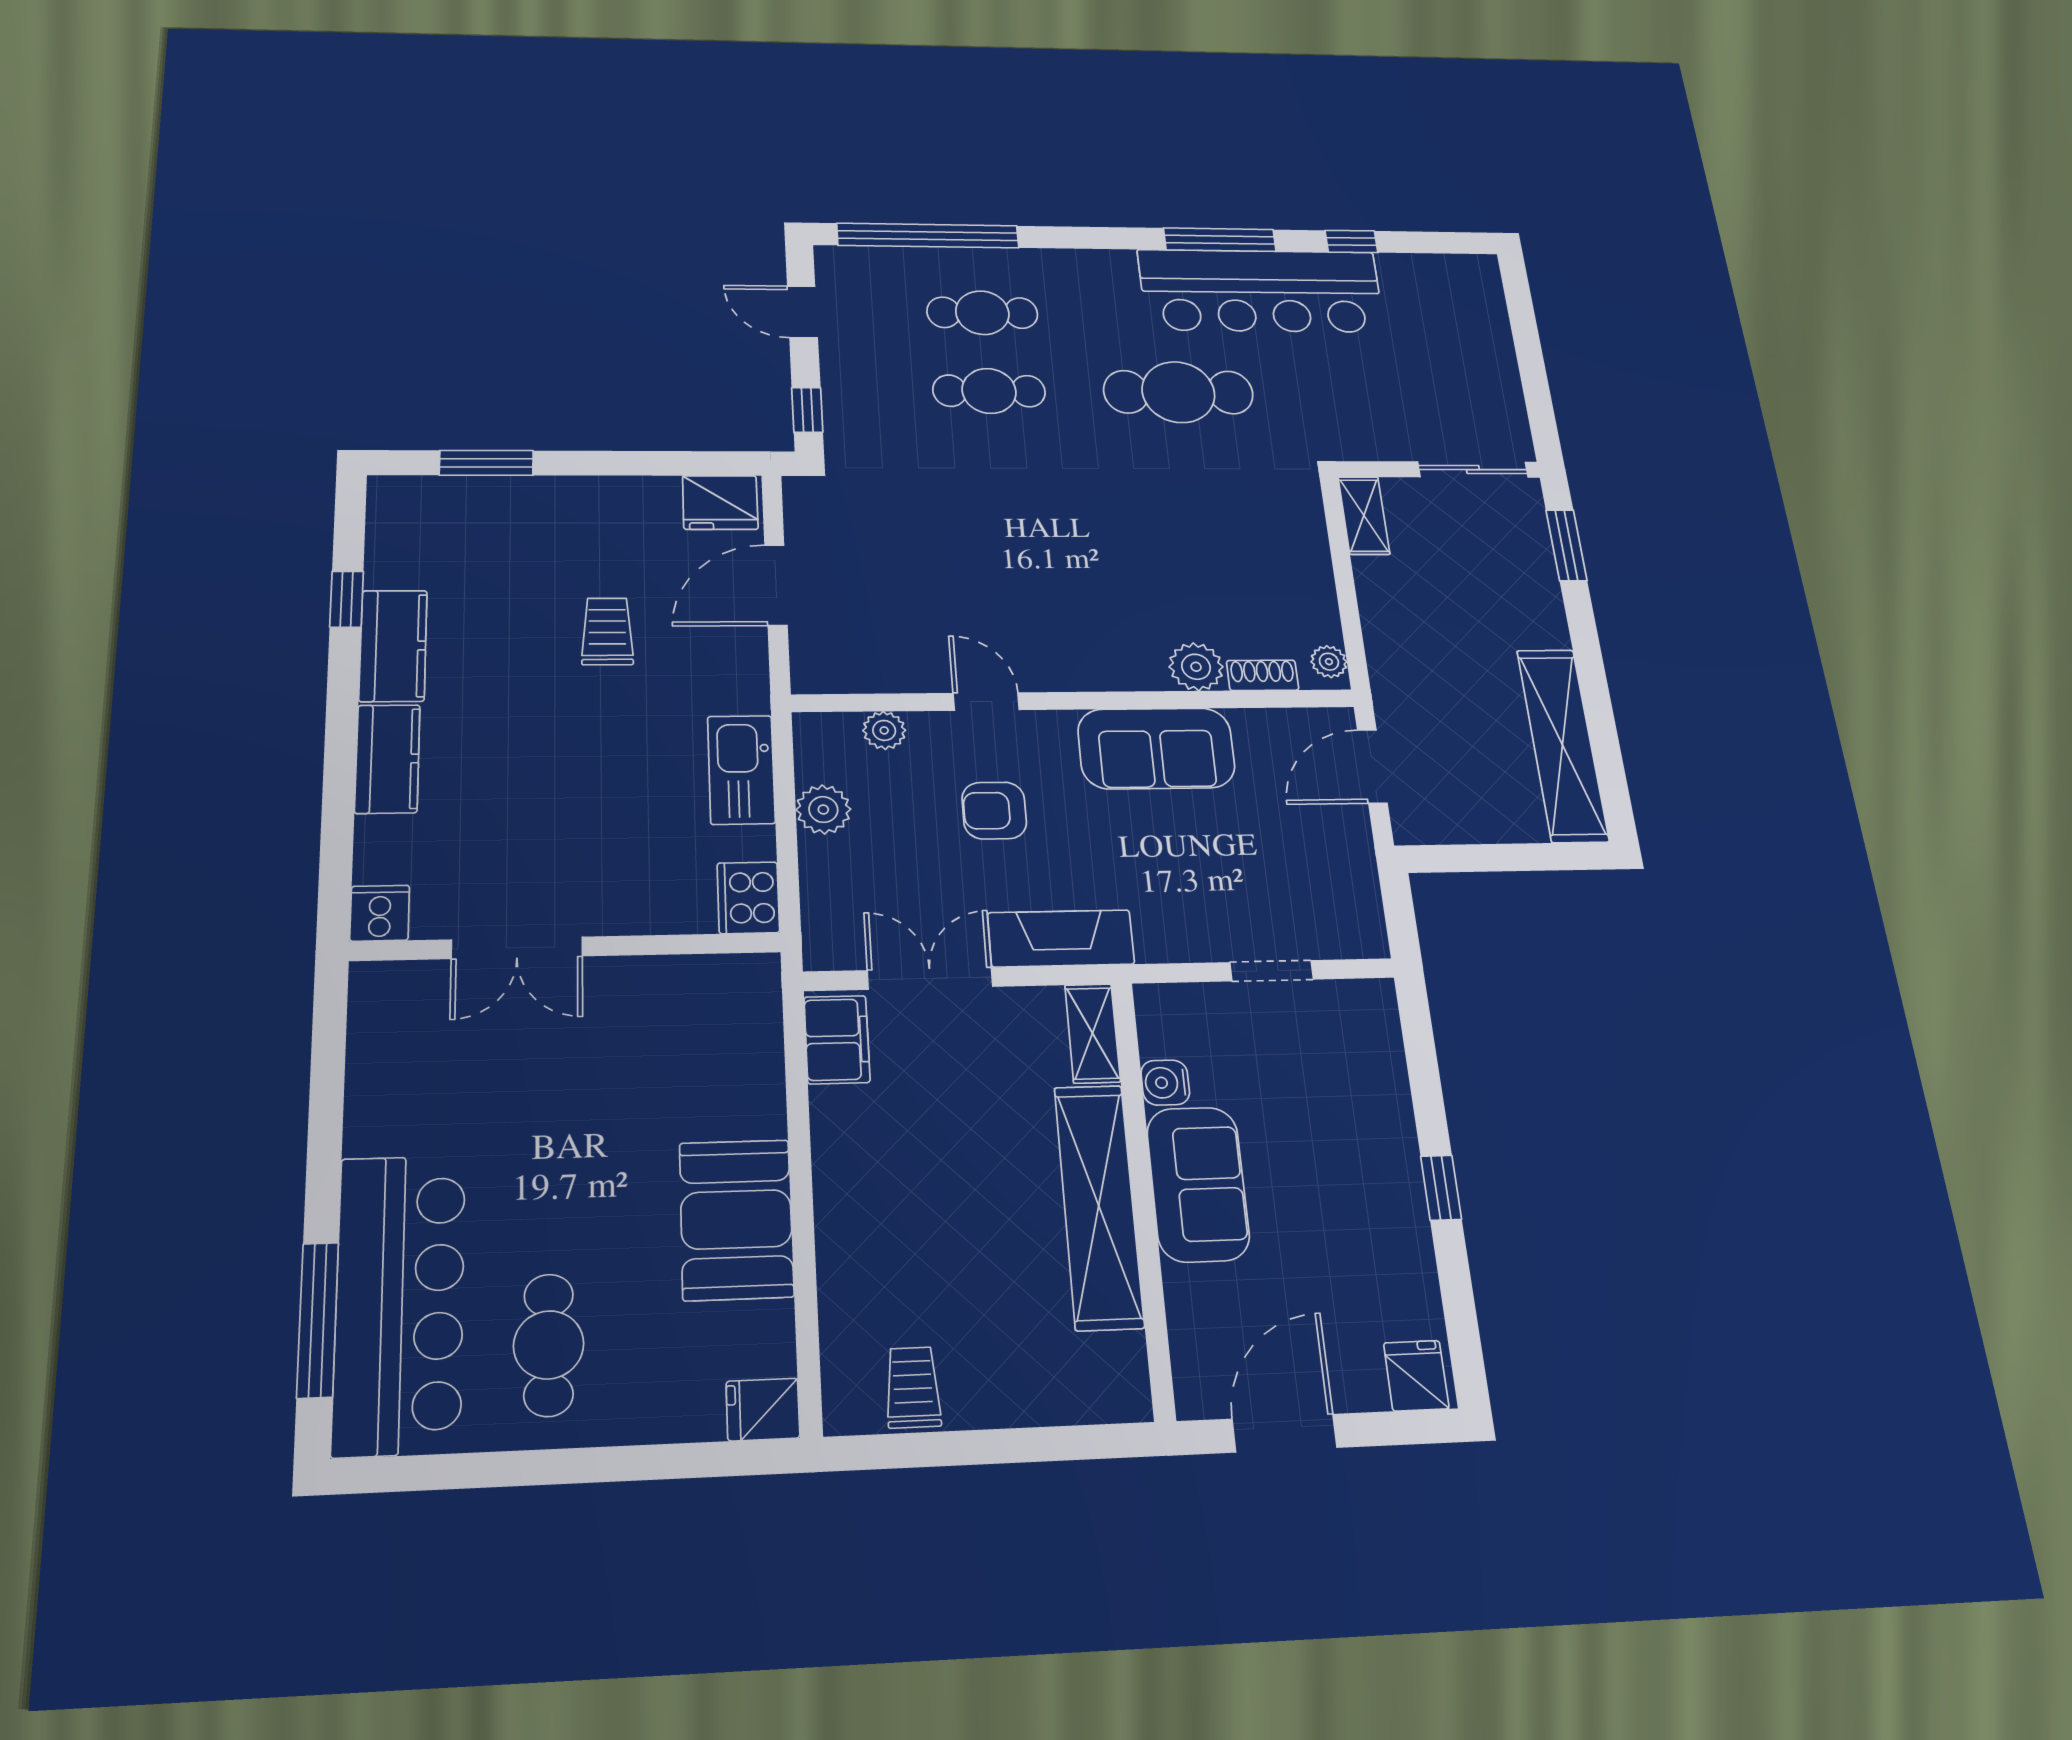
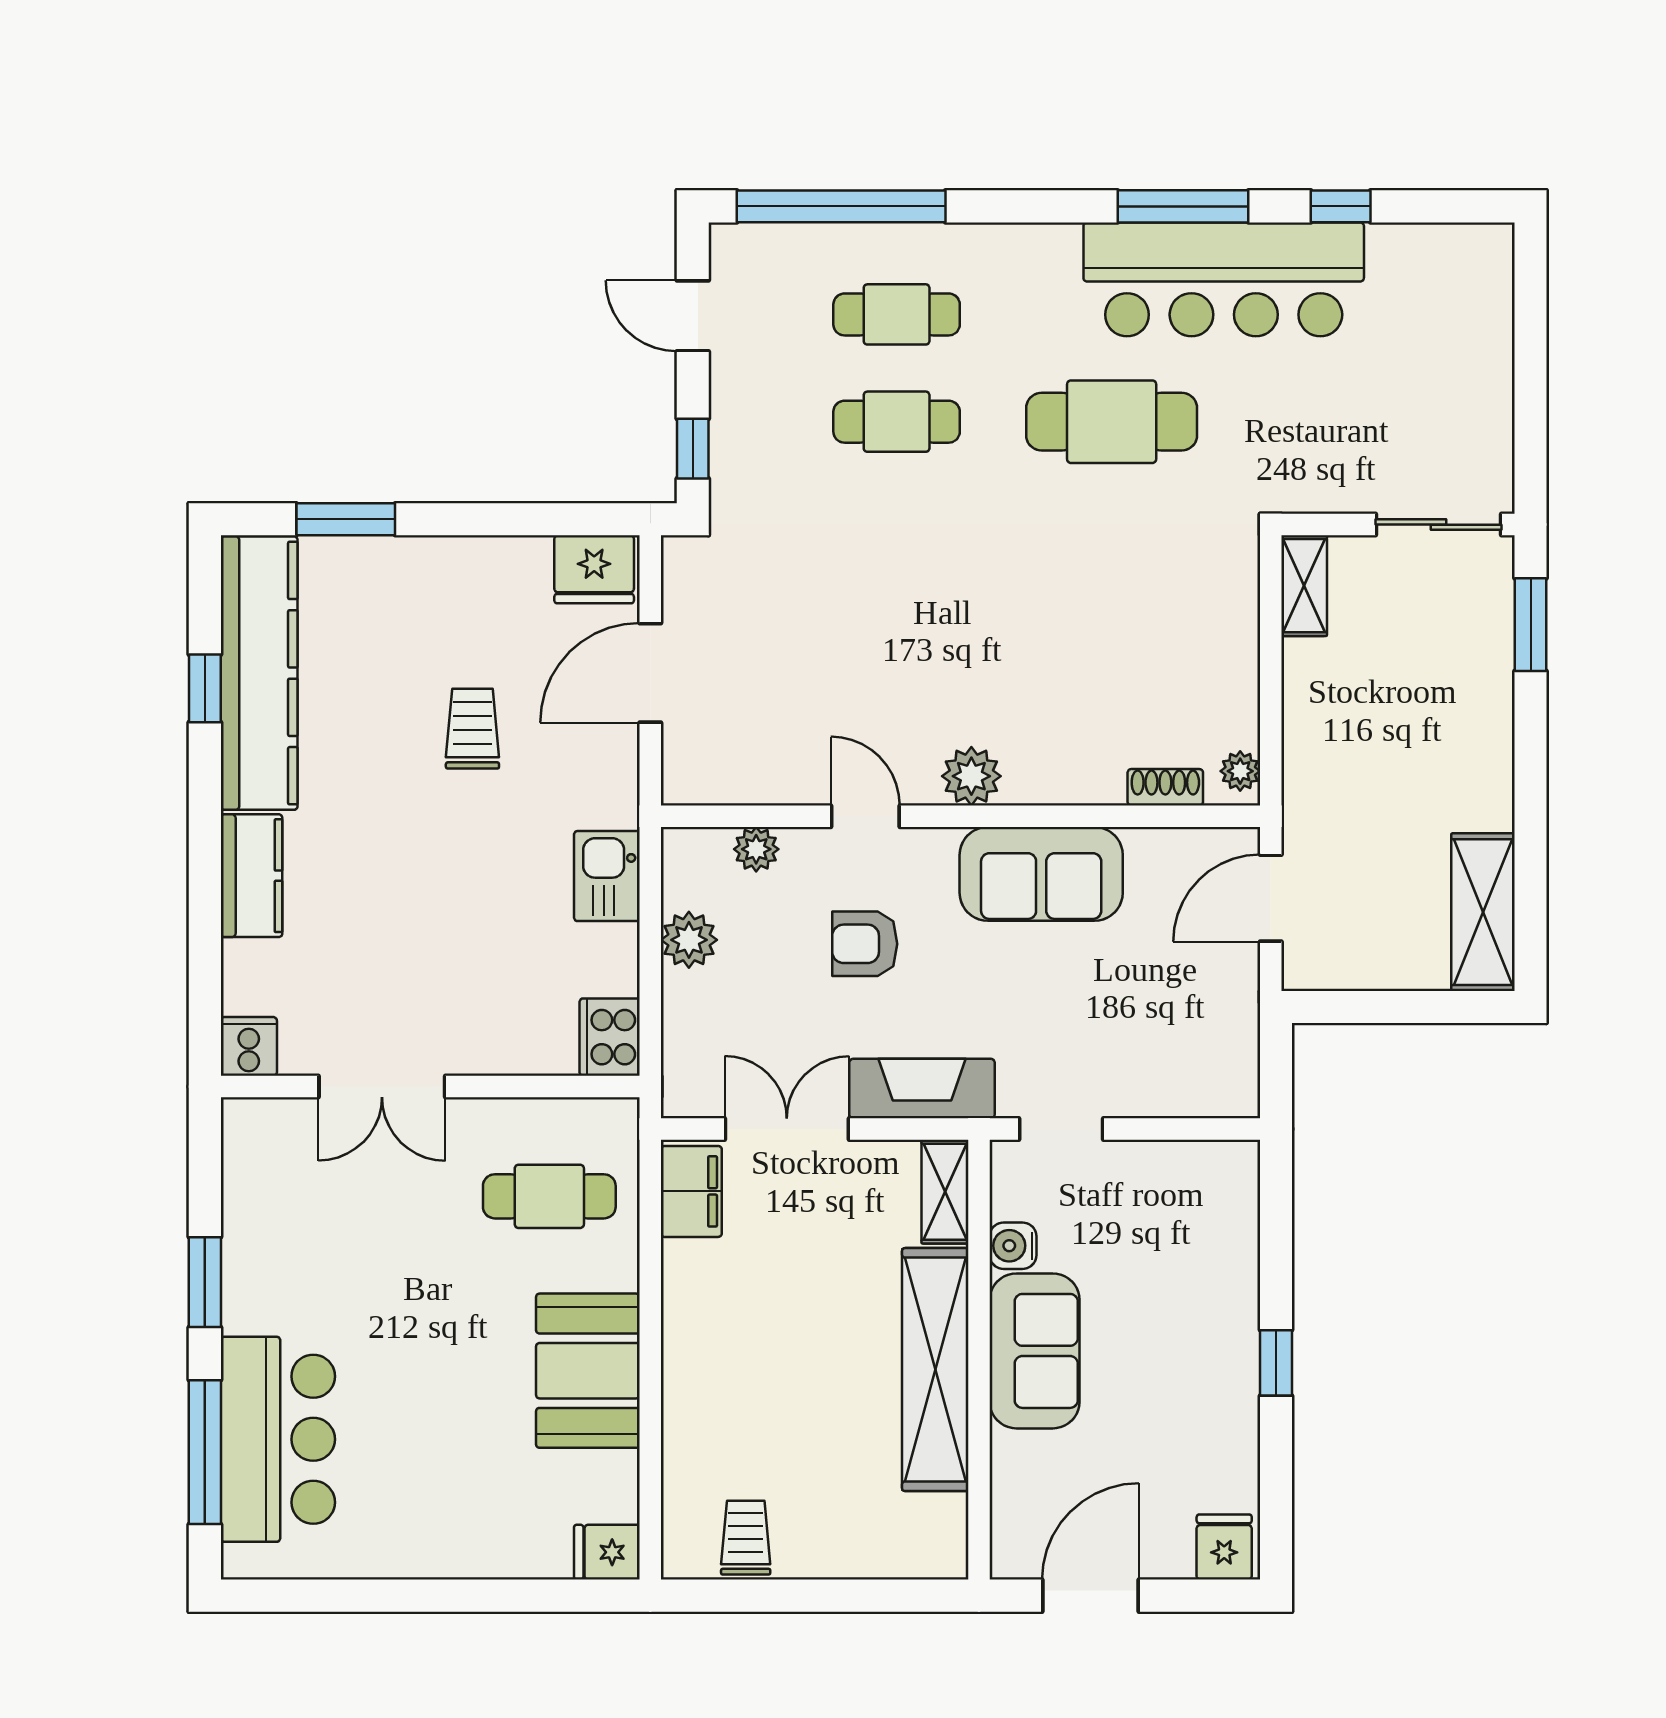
kitchen counter: (393, 646) -> (259, 673), width x2.08, depth x1.17
plant: (1196, 667) -> (971, 776), moved
shelving: (1562, 745) -> (1483, 912), width x0.68
kitchen sink: (741, 770) -> (607, 876), width x0.73
doorway: (1272, 971) -> (1061, 1129), moved
window: (325, 1143) -> (205, 1282), added
bar counter: (400, 1303) -> (278, 1439), width x0.73
cafe table: (549, 1345) -> (549, 1196), moved, turned 90

